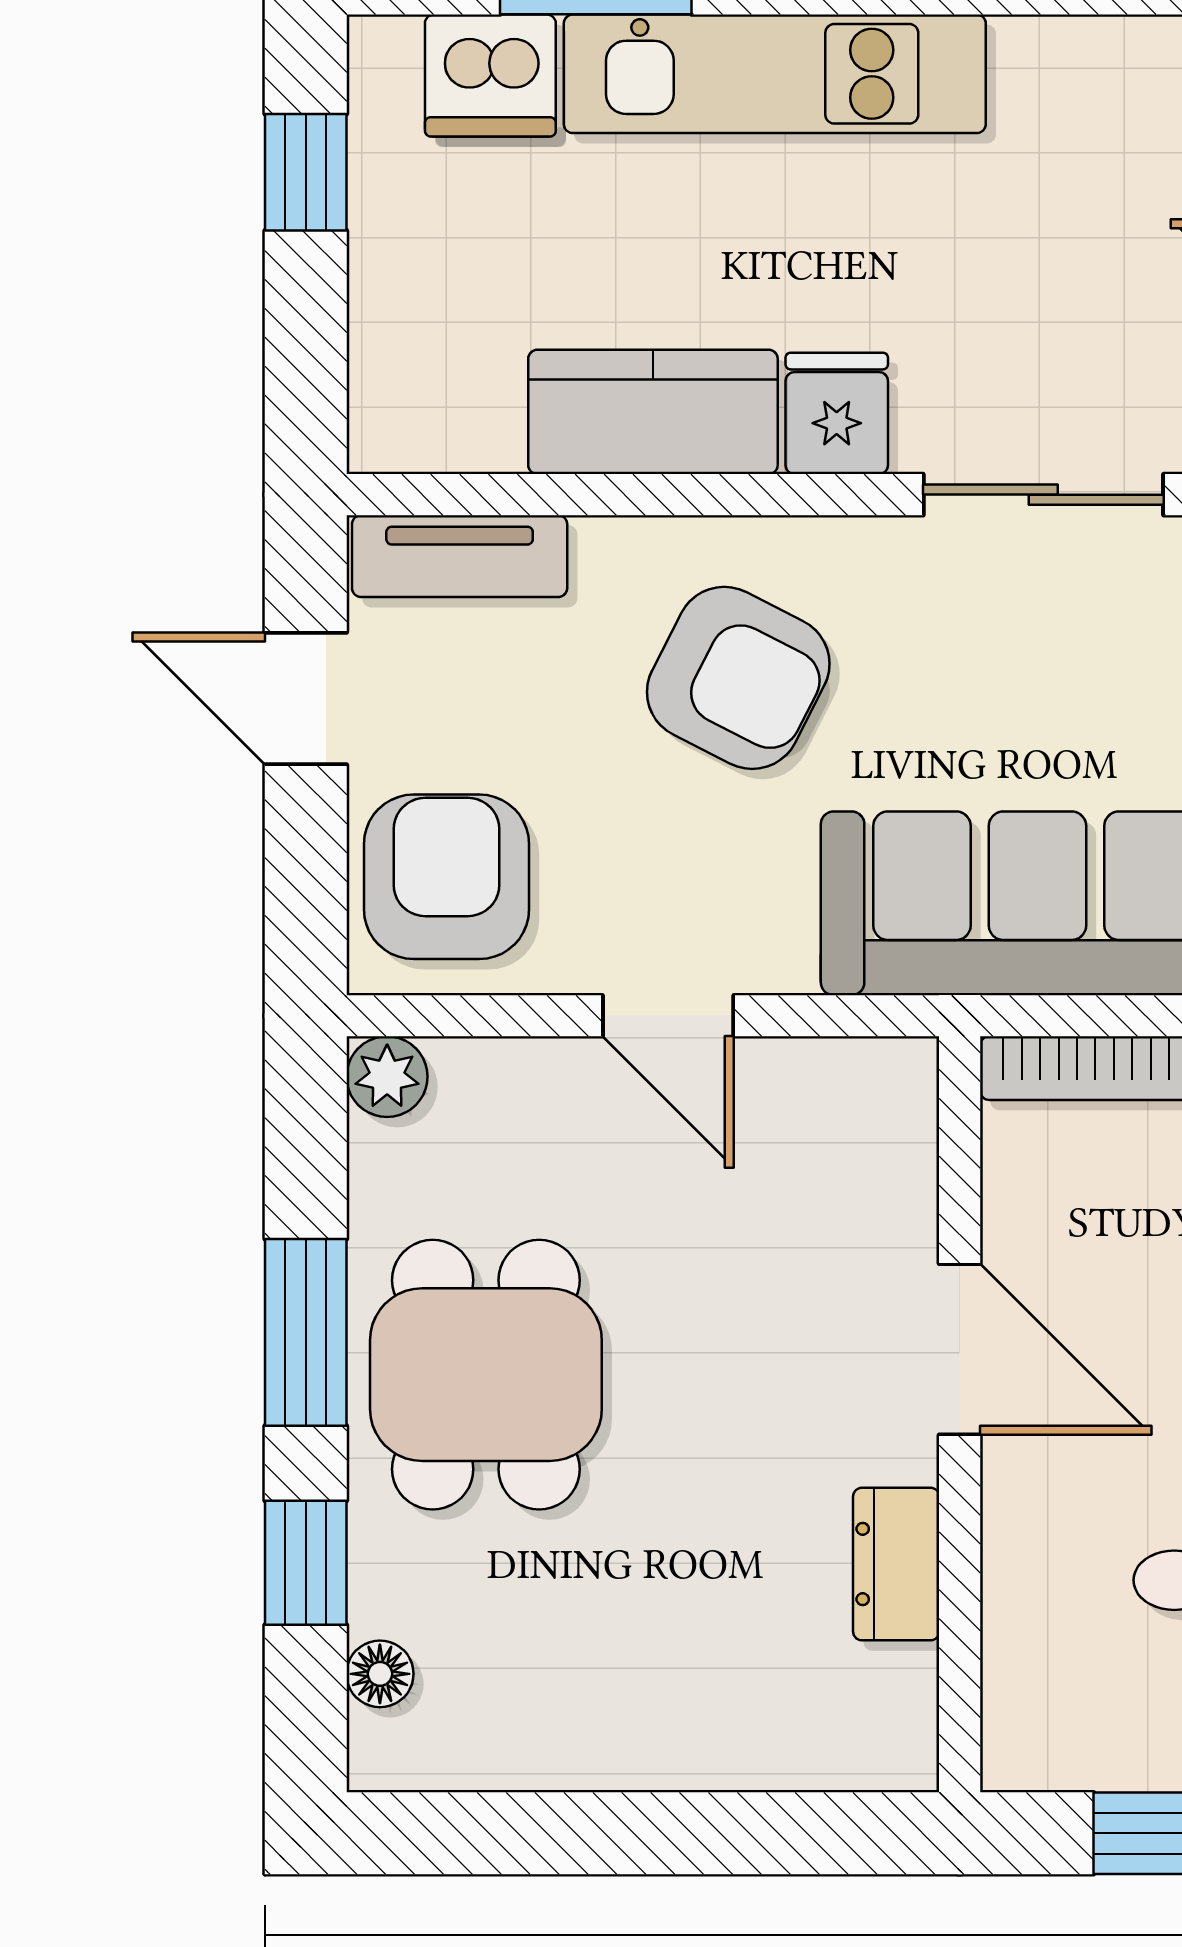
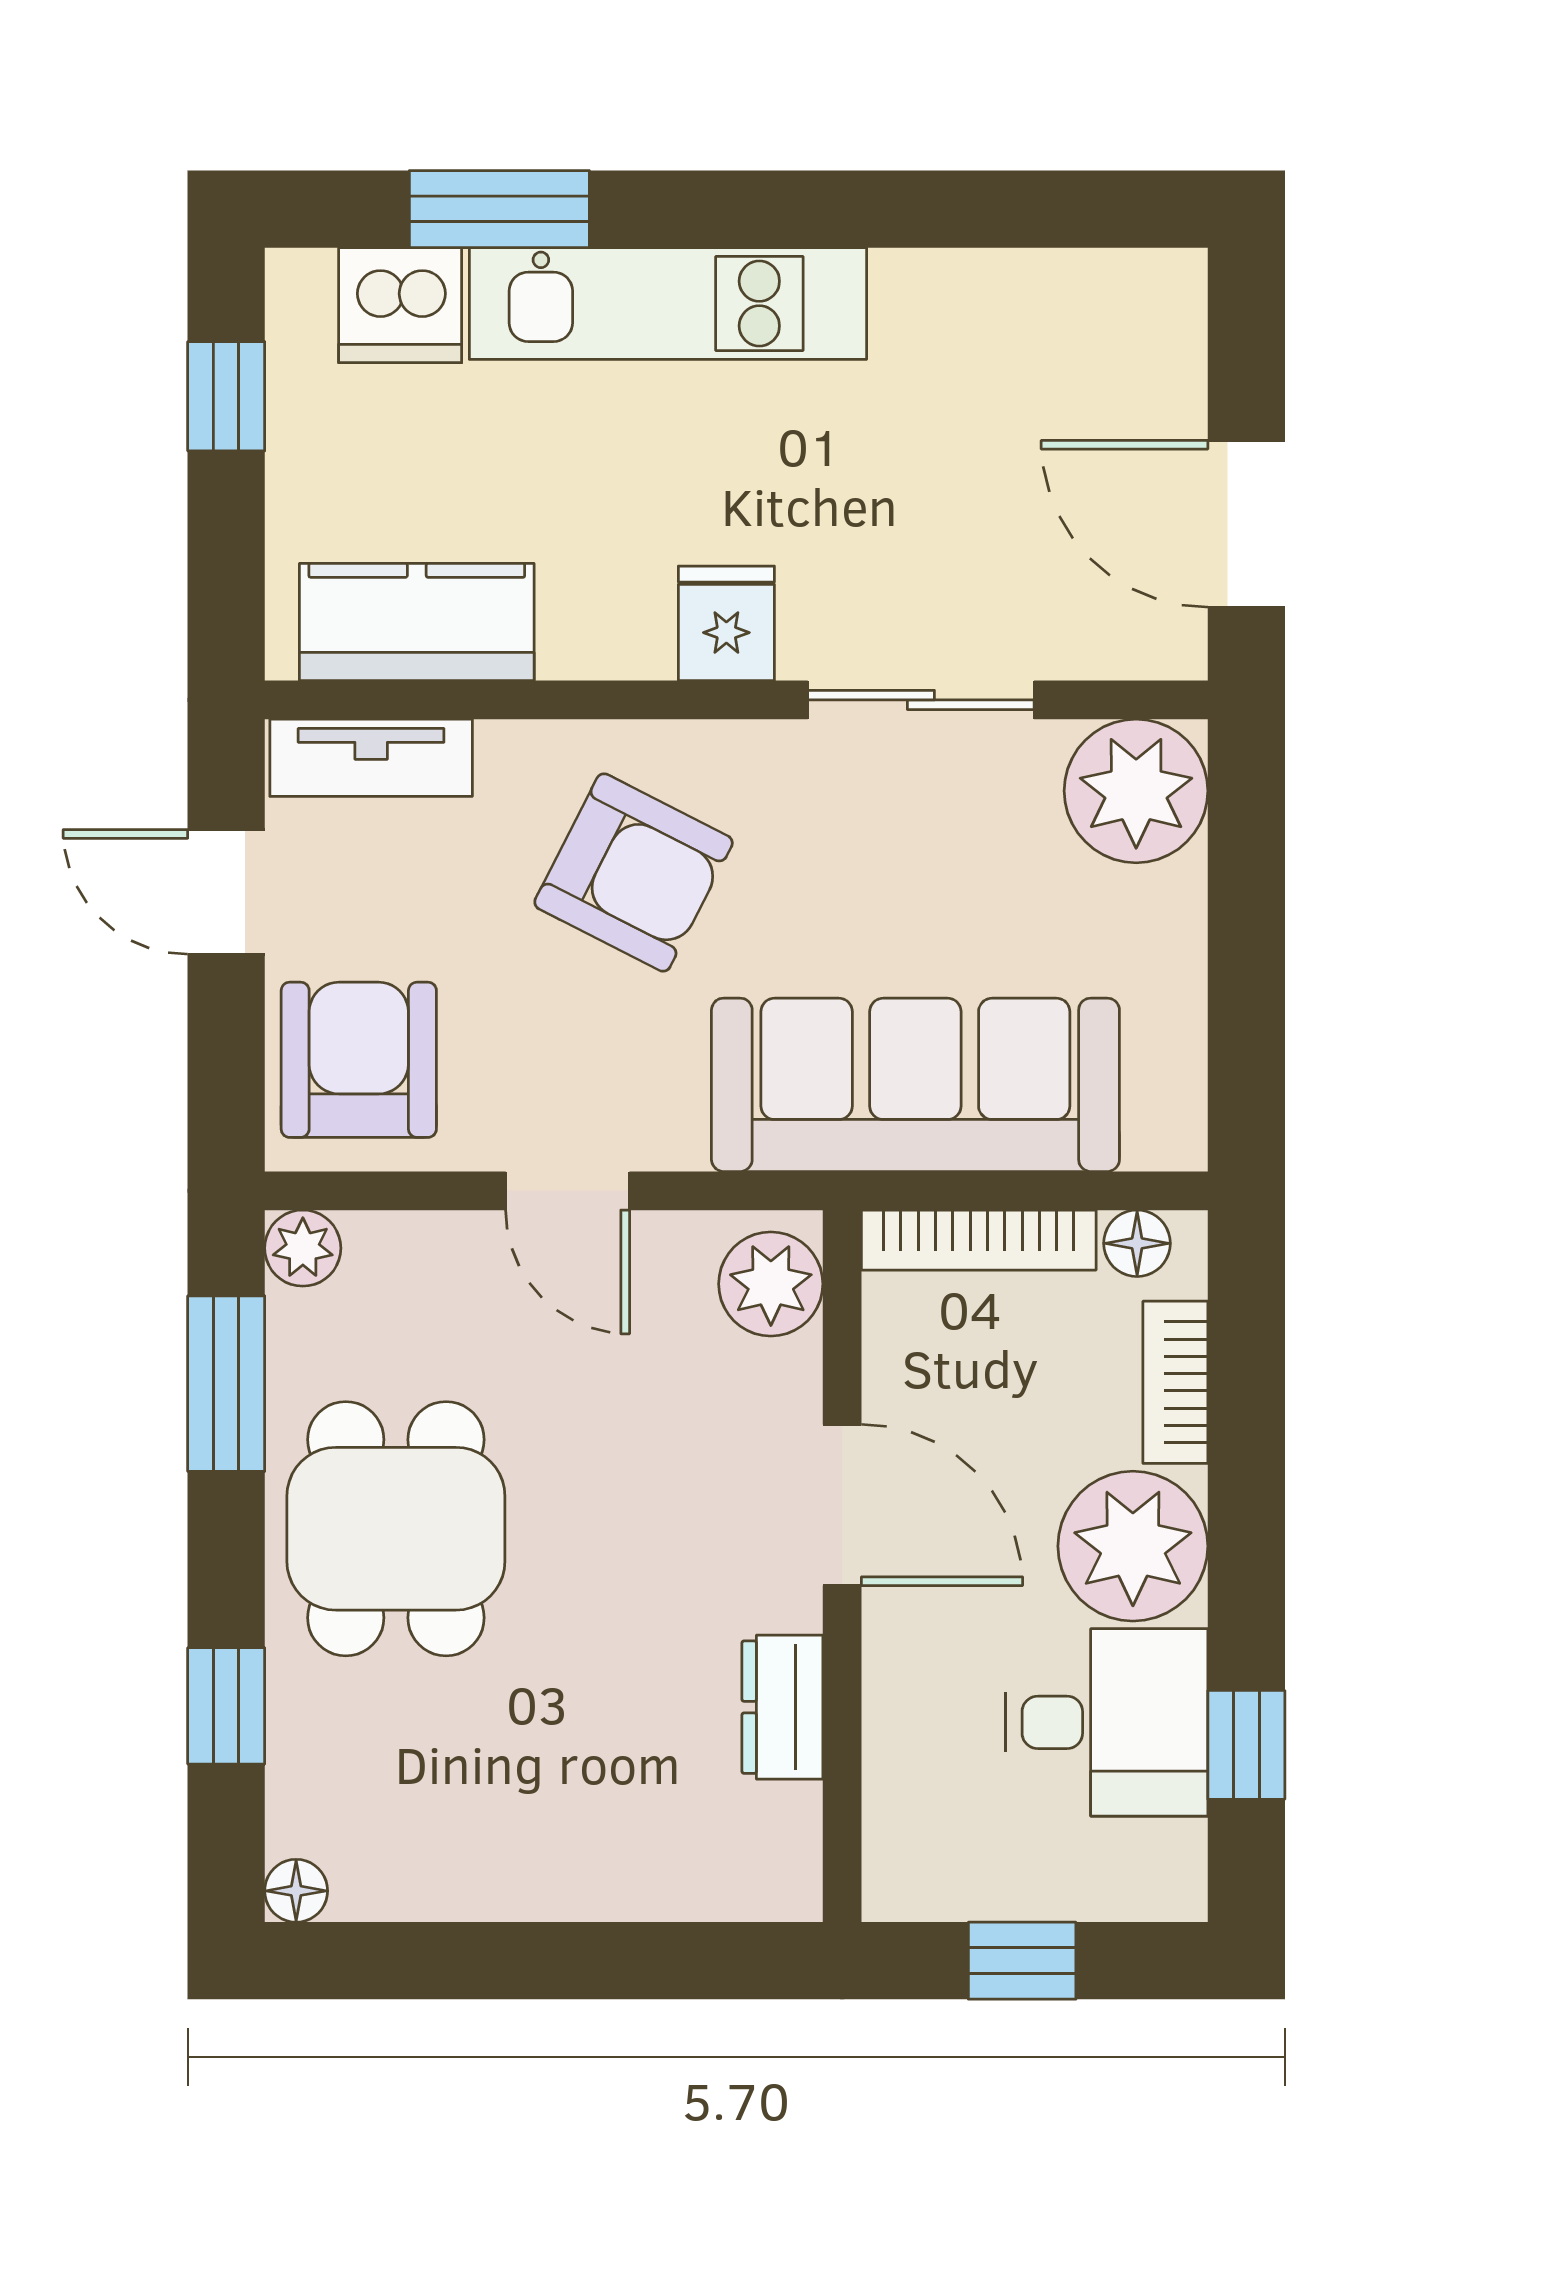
kitchen counter: (653, 412) -> (417, 622), moved
plant: (884, 1115) -> (771, 1284), added
window: (306, 1332) -> (226, 1384), moved
floor lamp: (380, 1674) -> (296, 1891), moved

